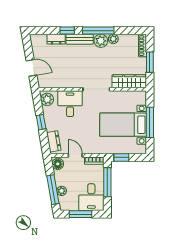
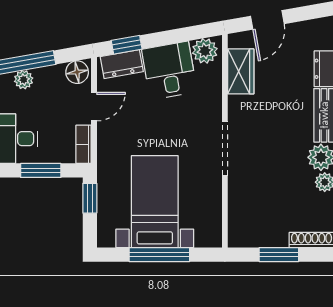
wardrobe: (129, 81) -> (241, 71), moved, width x0.67
desk: (70, 104) -> (169, 71), moved, turned -100
window: (41, 122) -> (127, 45), moved
window: (107, 182) -> (41, 170), width x0.69

